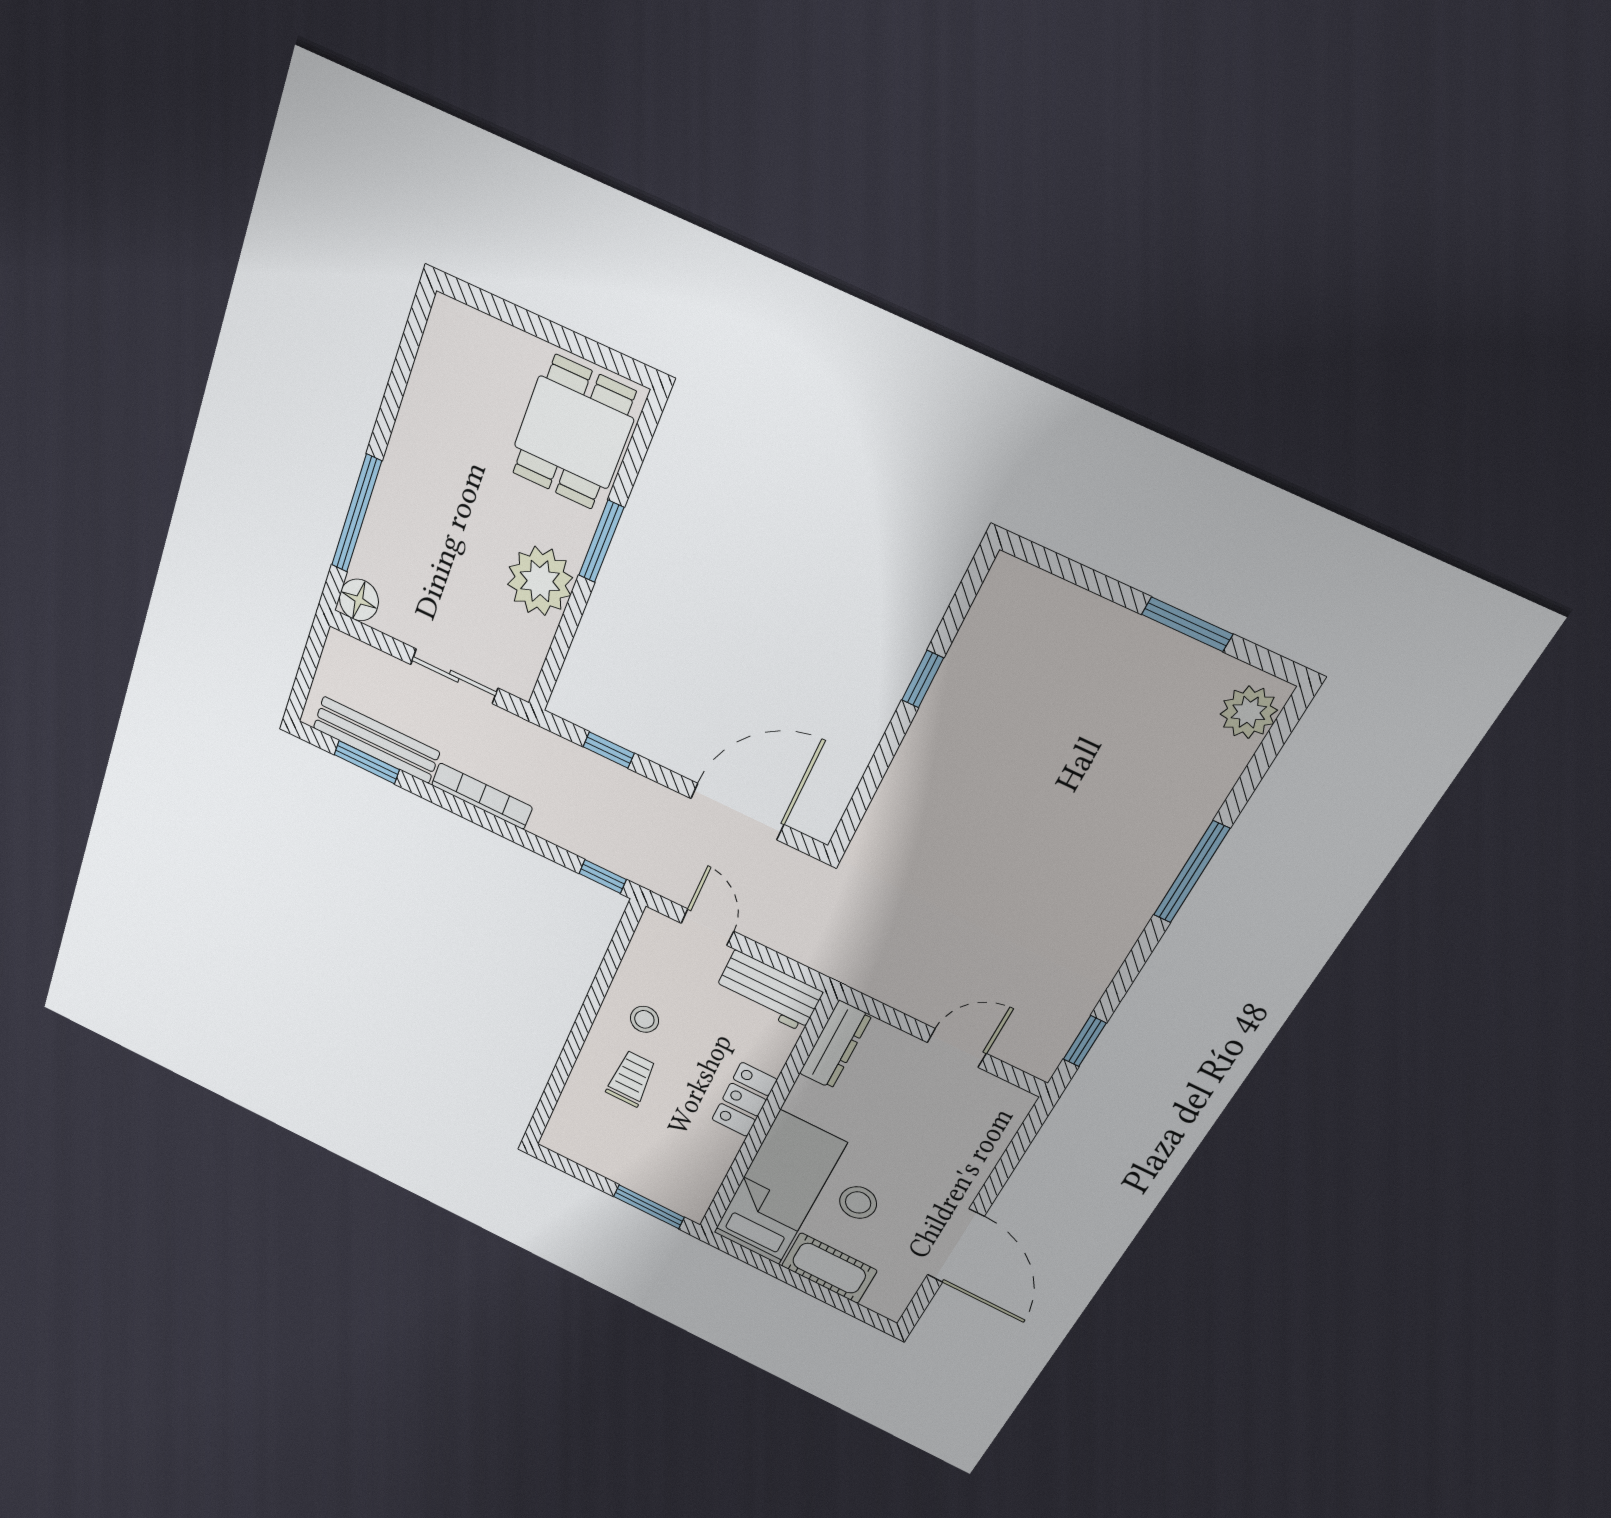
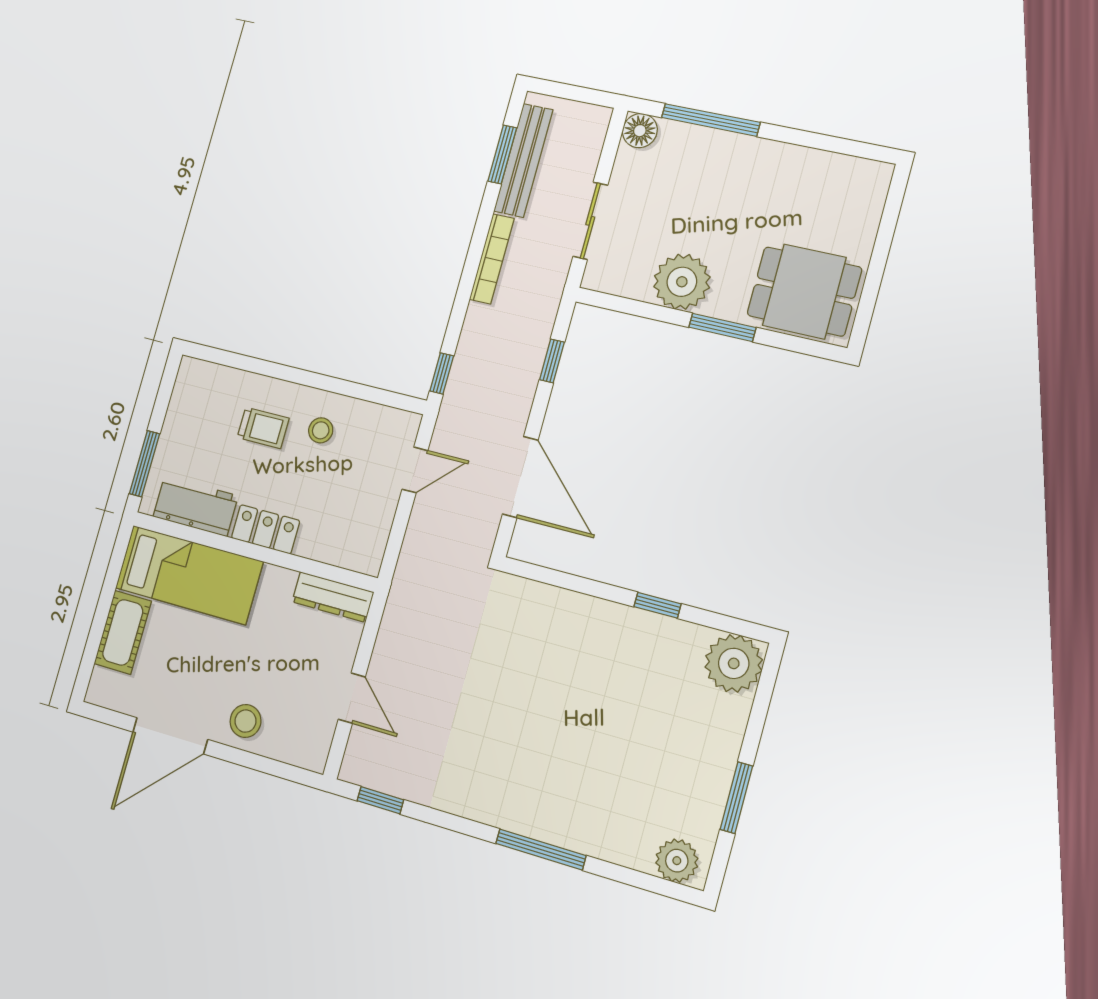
plant: (1015, 598) -> (734, 663), added
workbench: (769, 991) -> (196, 506), moved, turned 90
stool: (858, 1203) -> (245, 721), moved

